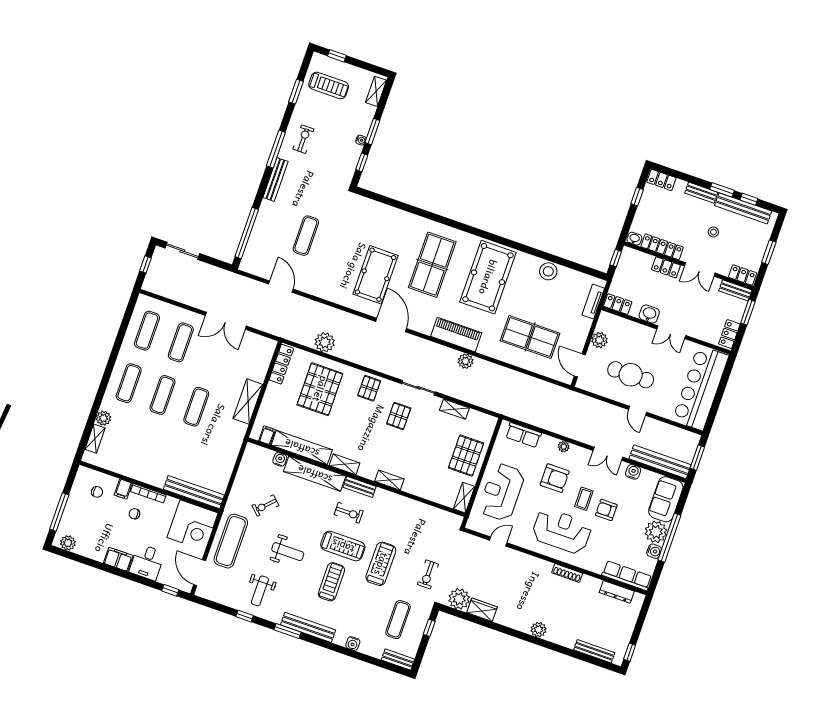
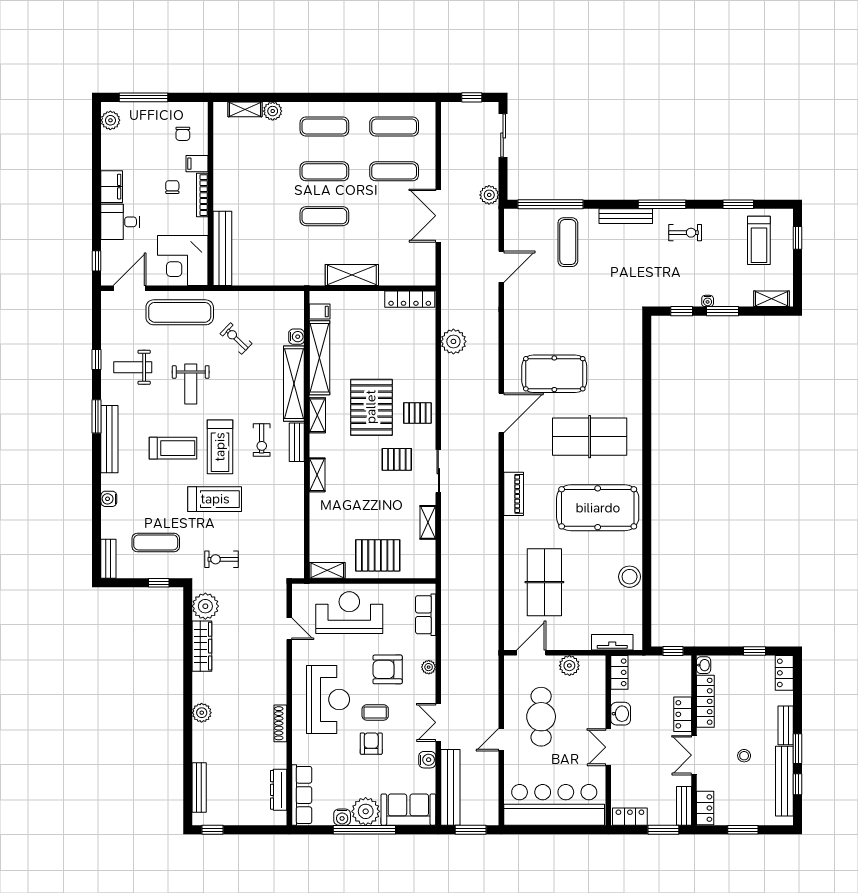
exercise mat: (306, 236) -> (568, 242), moved, turned 90
piano: (456, 335) -> (514, 494), width x0.73, depth x0.75
plant: (466, 361) -> (489, 195), moved
pallet: (320, 389) -> (371, 407), moved, turned 90
armchair: (555, 478) -> (388, 669), turned 90
wardrobe: (482, 610) -> (202, 646), width x1.50

